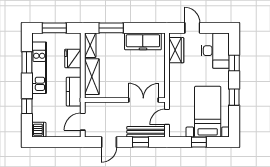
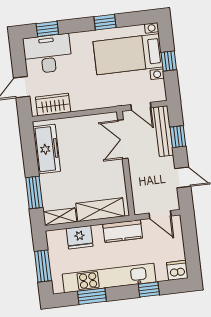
window: (234, 63) -> (47, 29), moved
kitchen unit: (39, 68) -> (109, 278), width x1.36

